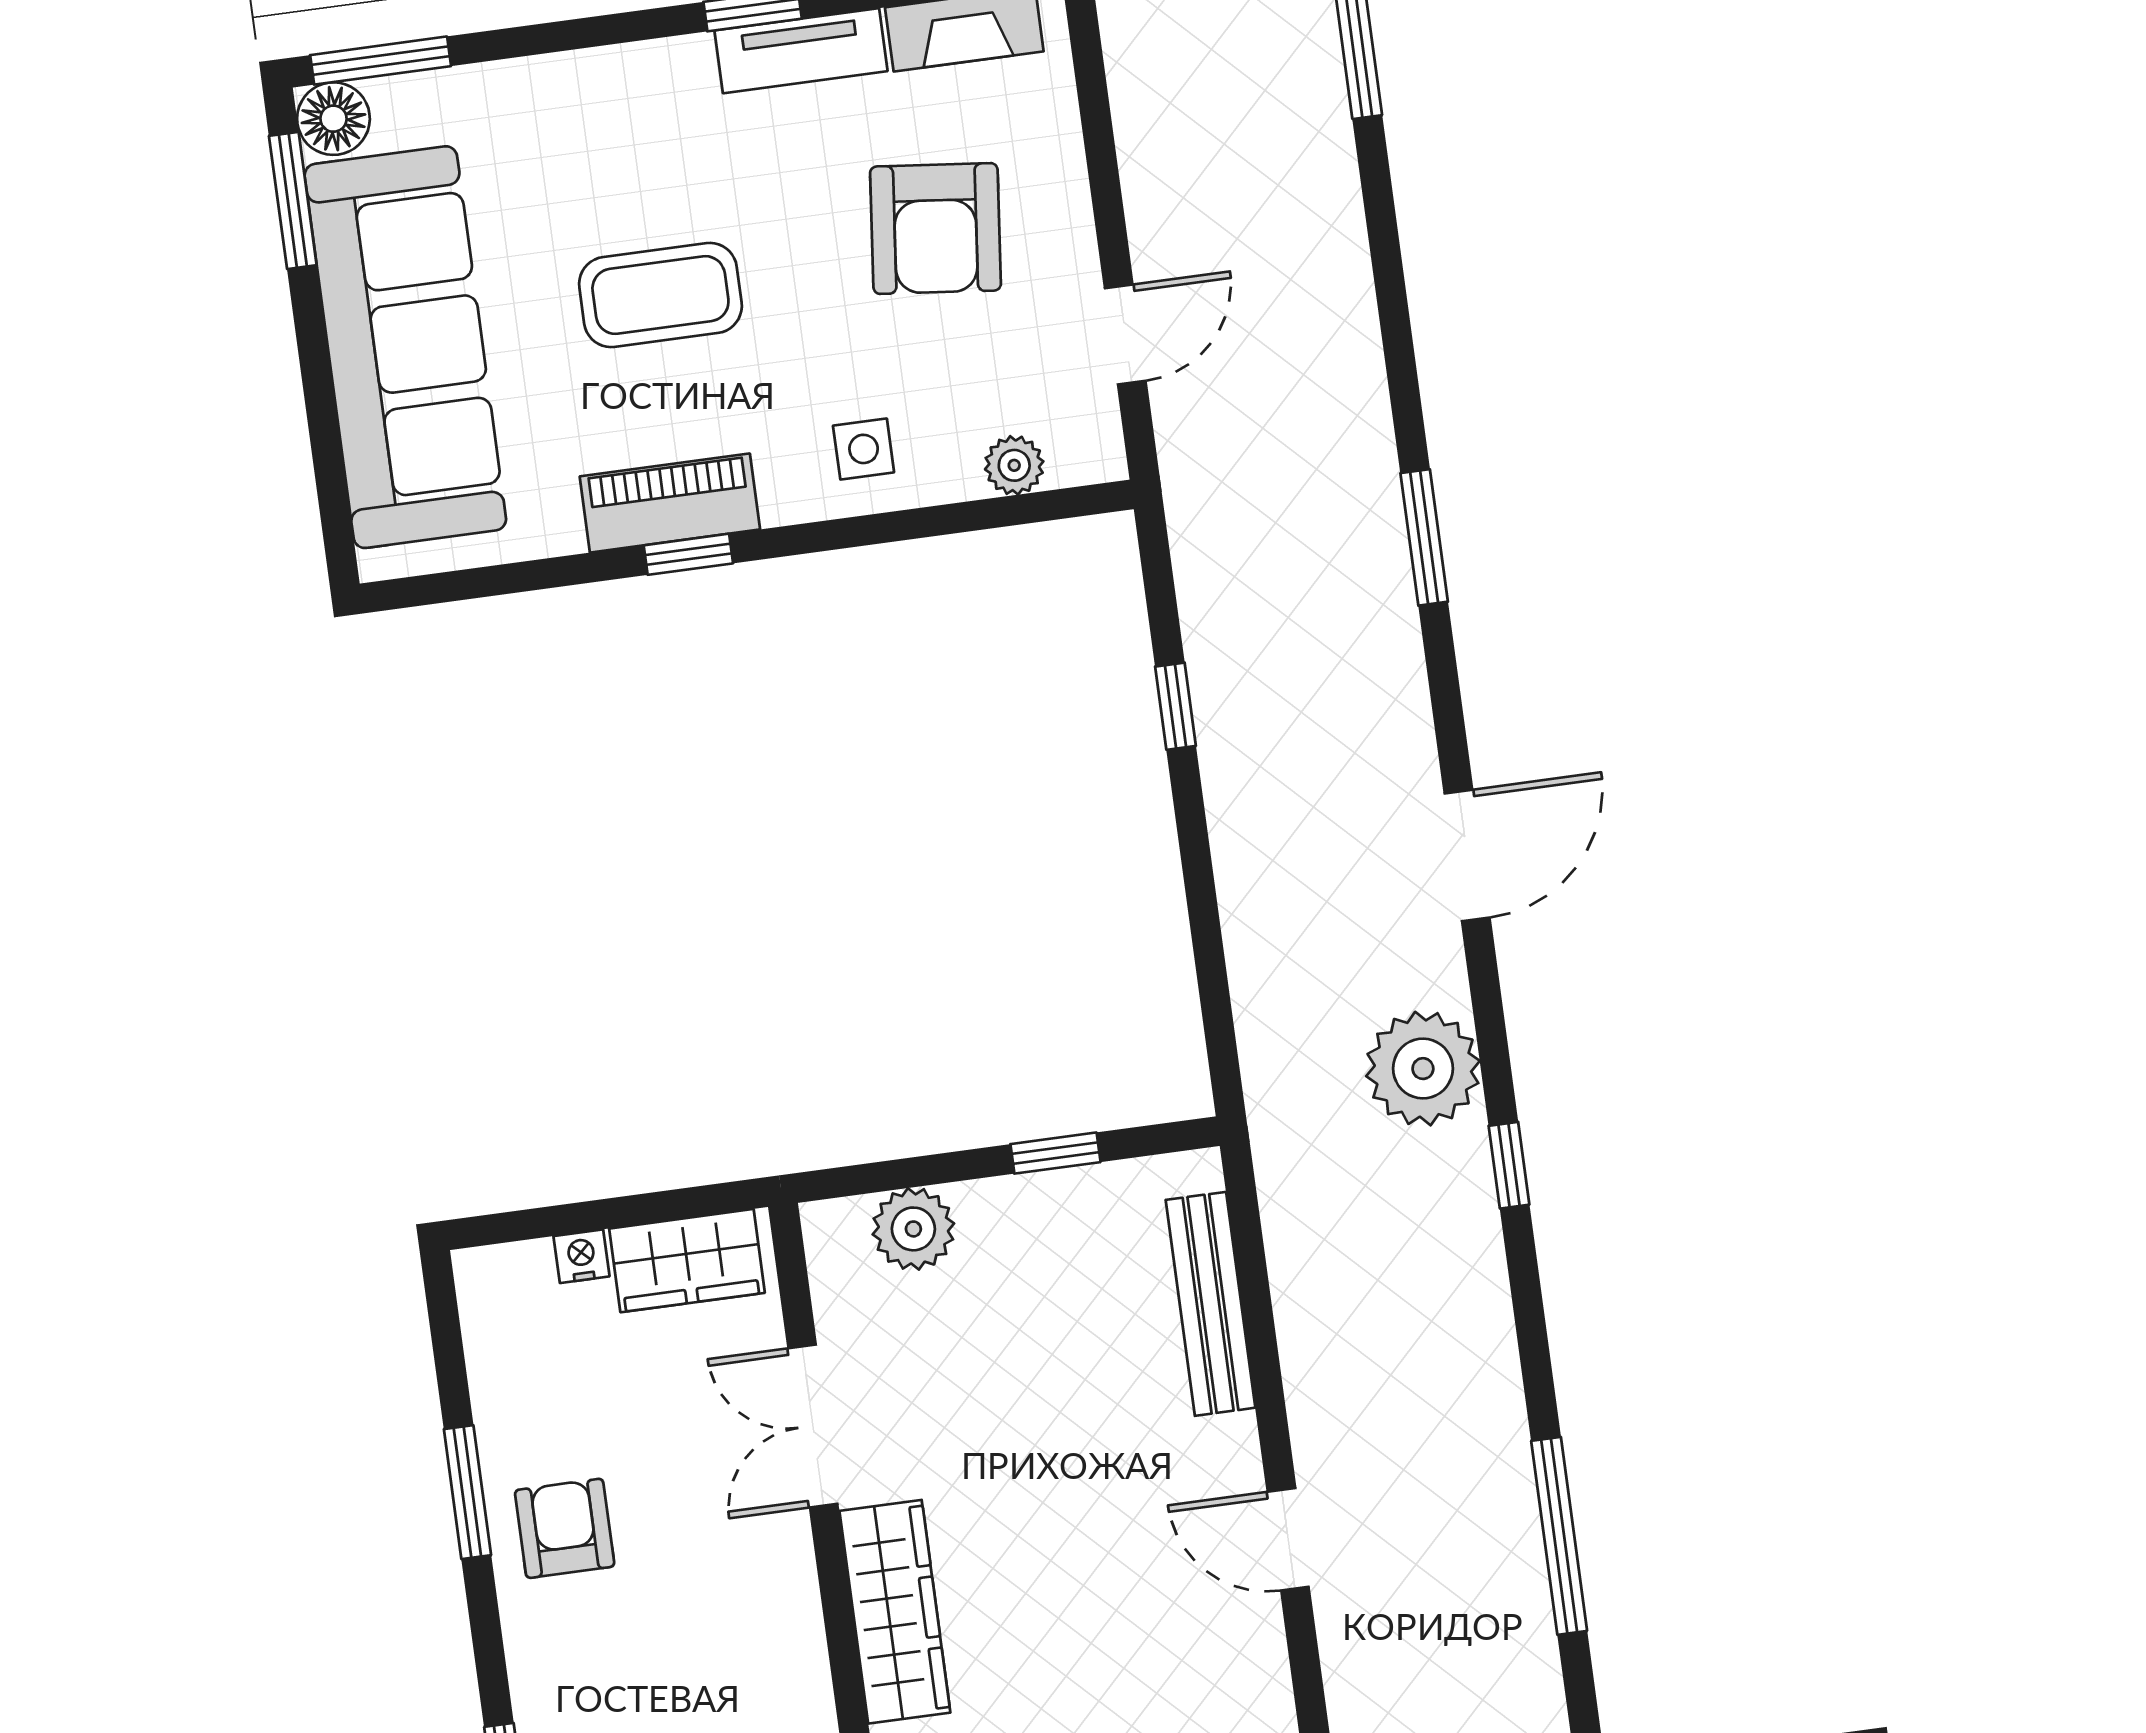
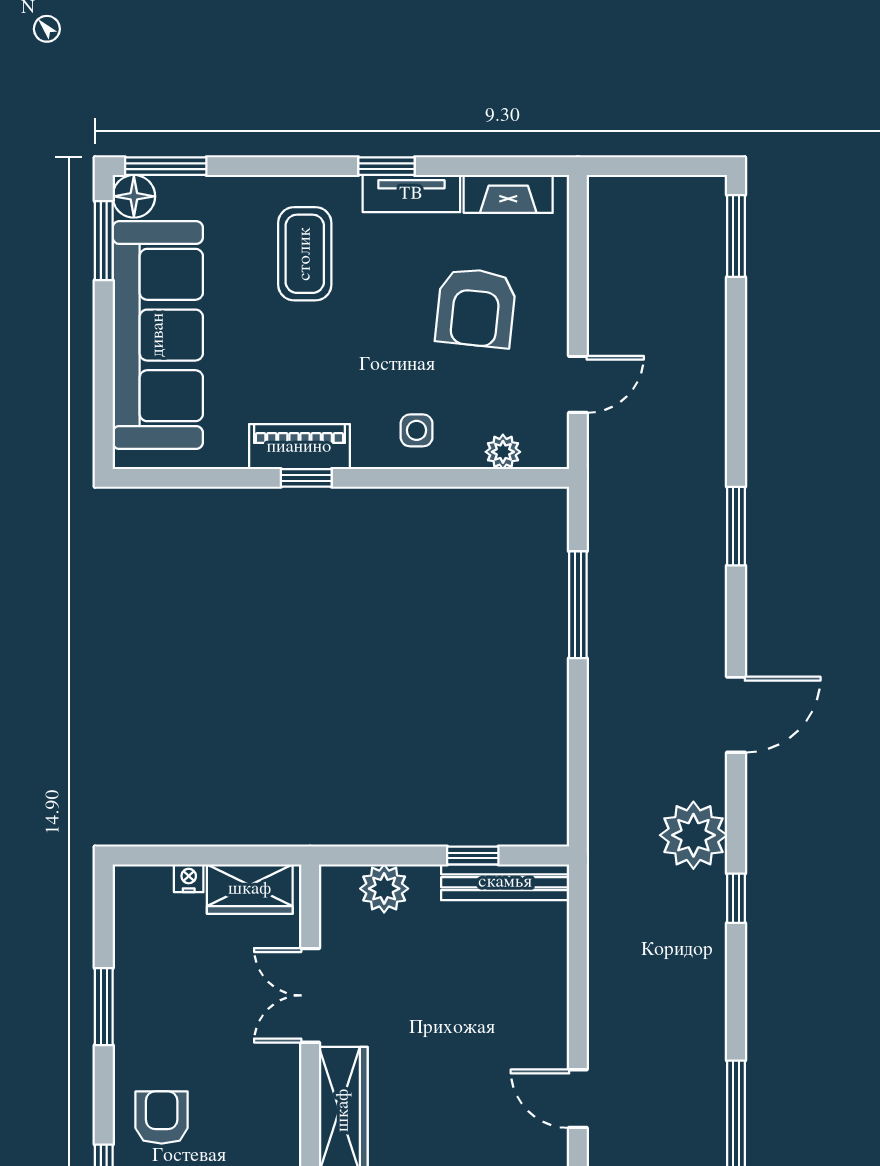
coffee table: (660, 295) -> (305, 254), moved, turned 90
window: (1175, 706) -> (578, 605), width x2.17
bench: (1210, 1304) -> (505, 882), moved, turned 90
armchair: (565, 1528) -> (162, 1118), moved

